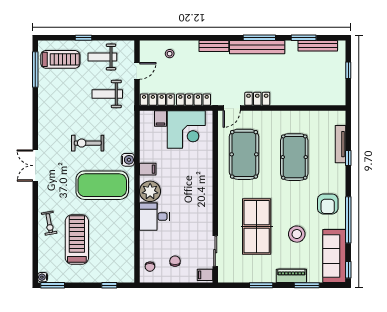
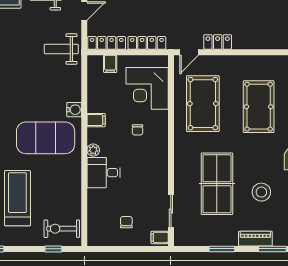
weight bench: (107, 94) -> (61, 49), moved
corner desk: (186, 130) -> (147, 88), moved, turned 90
exercise bike: (88, 143) -> (62, 229), moved
plant: (150, 191) -> (93, 150), width x0.53, depth x0.53
chair: (150, 267) -> (138, 130), moved

